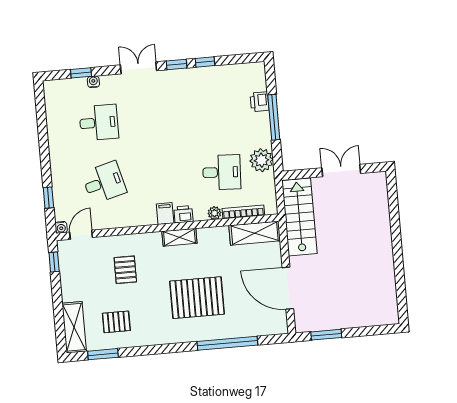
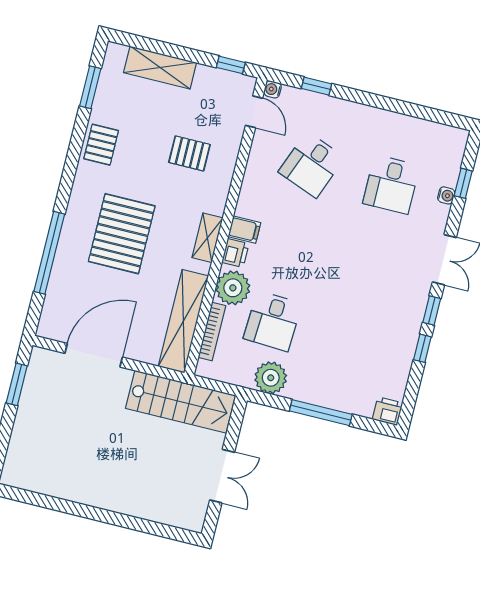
printer: (260, 102) -> (388, 411), moved
desk: (104, 182) -> (312, 165), turned 36
plant: (214, 213) -> (233, 288), width x1.87, depth x1.87
shelving: (255, 233) -> (183, 321), width x1.47
pallet: (116, 322) -> (101, 145), moved
shelving: (74, 327) -> (160, 67), moved

